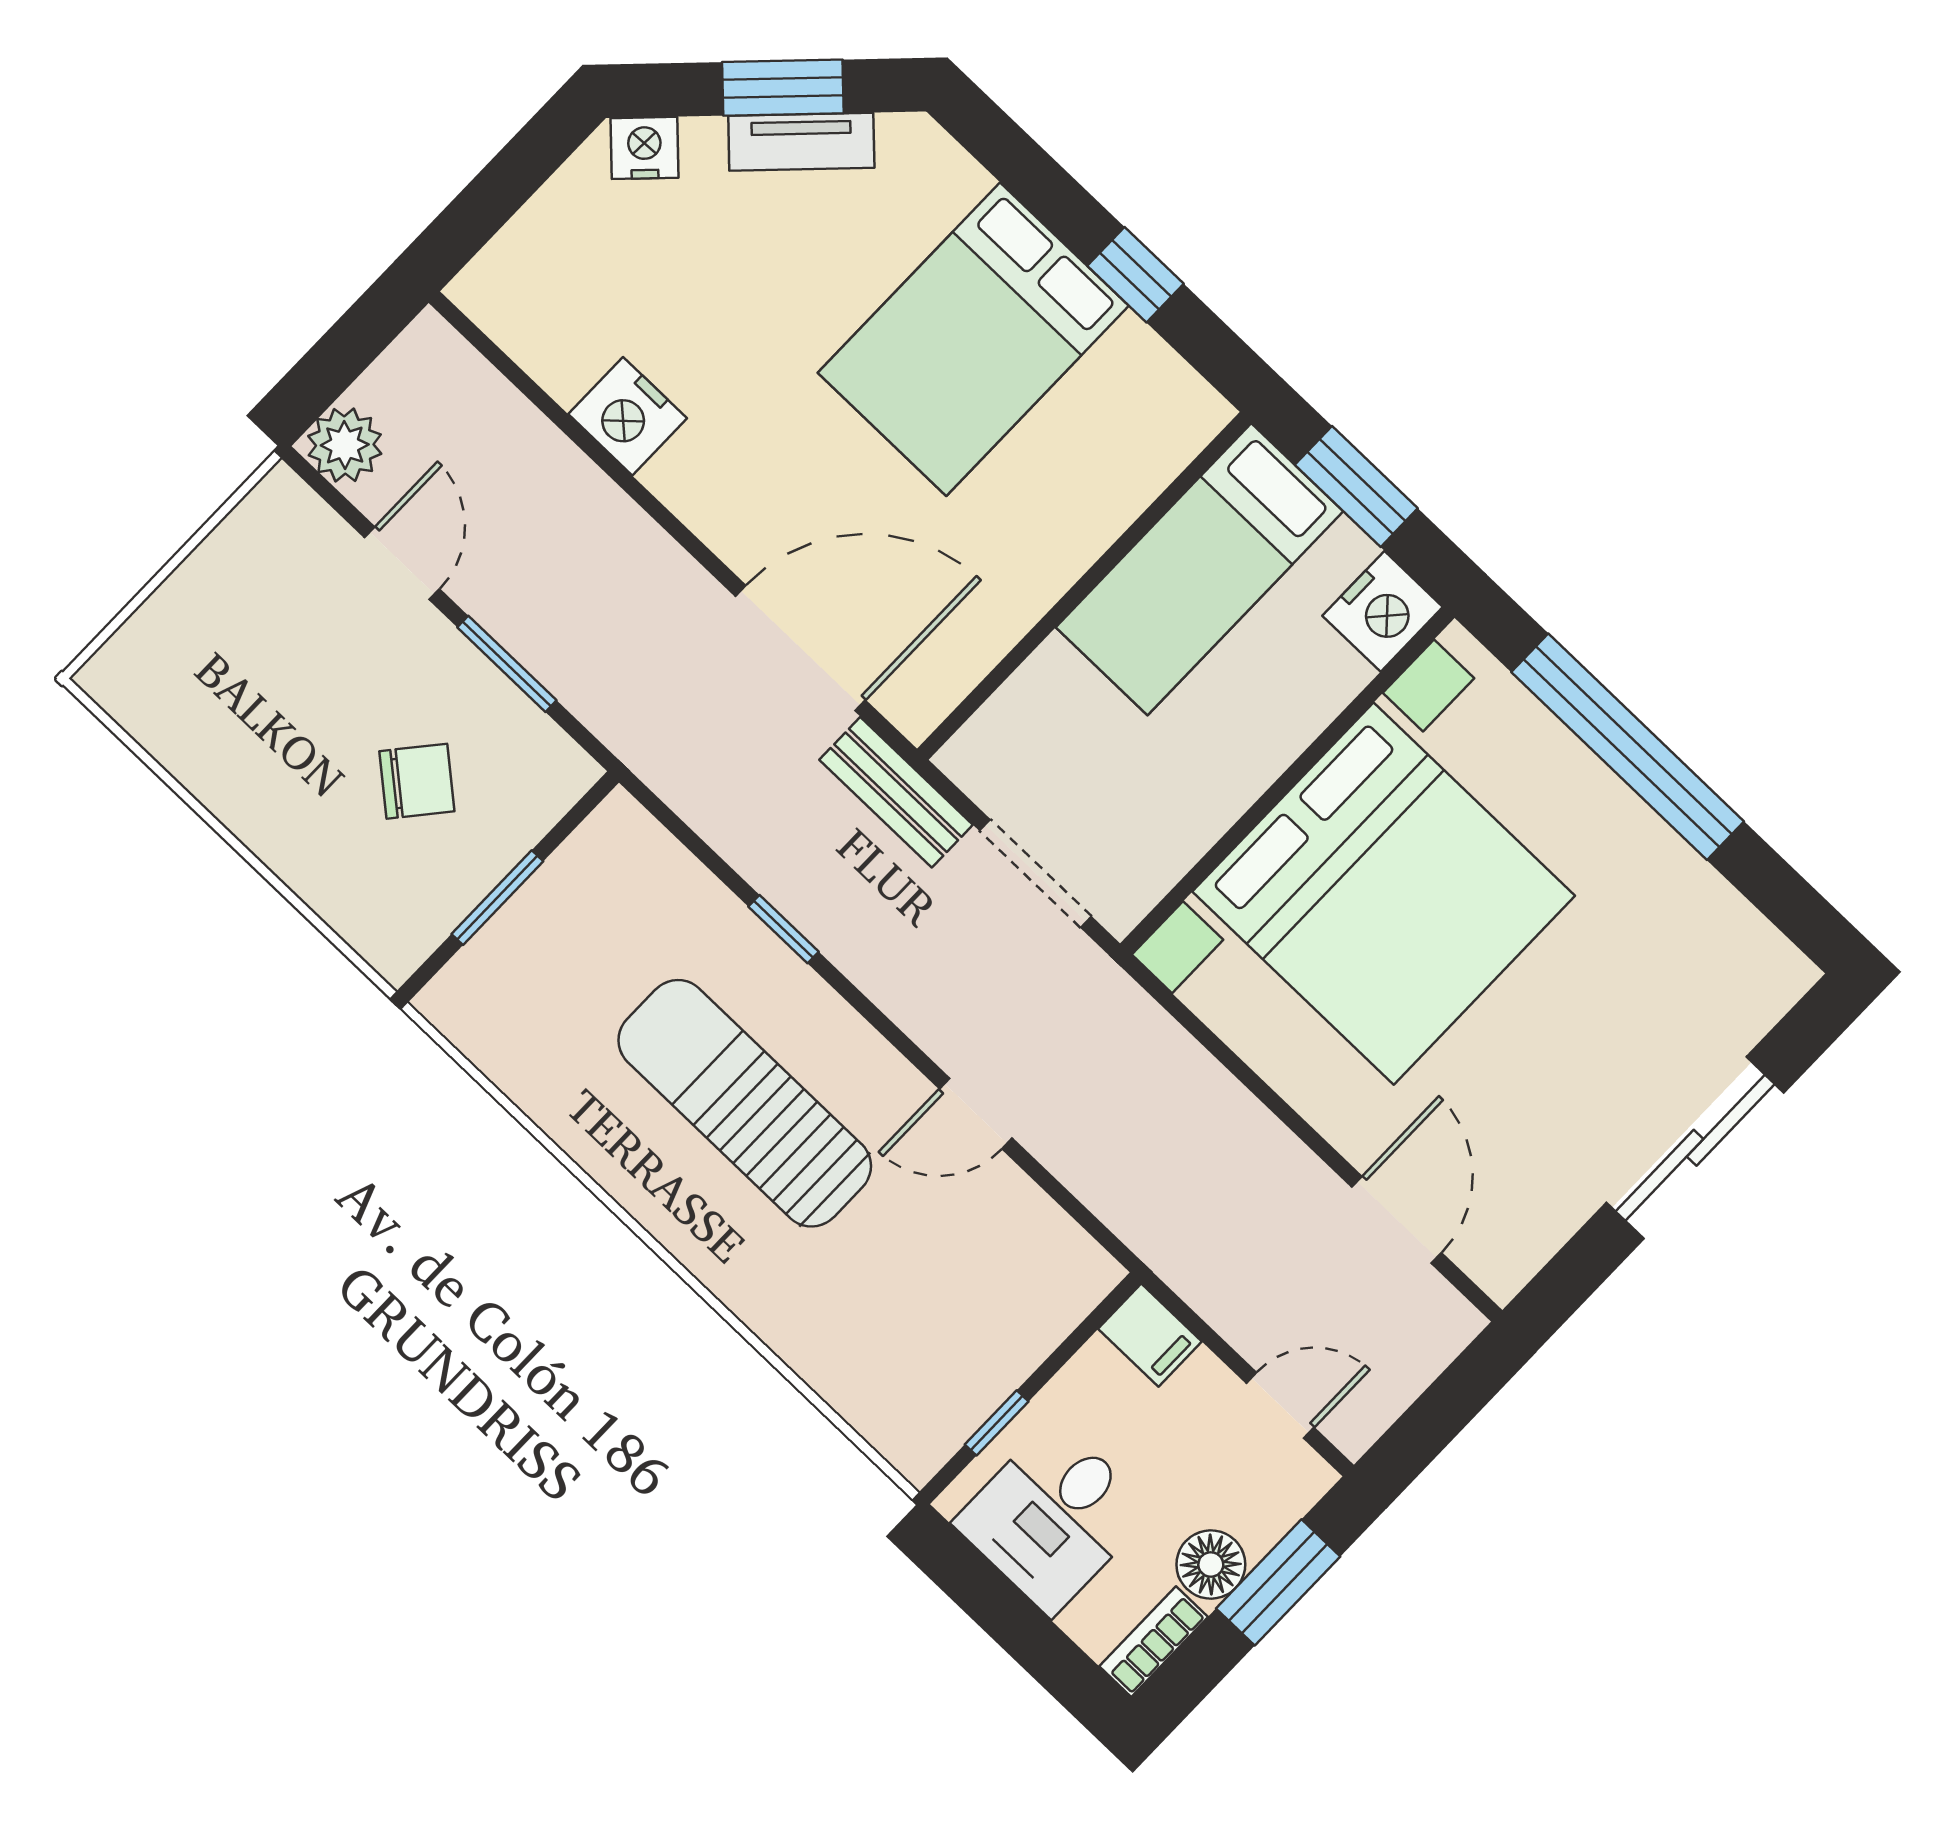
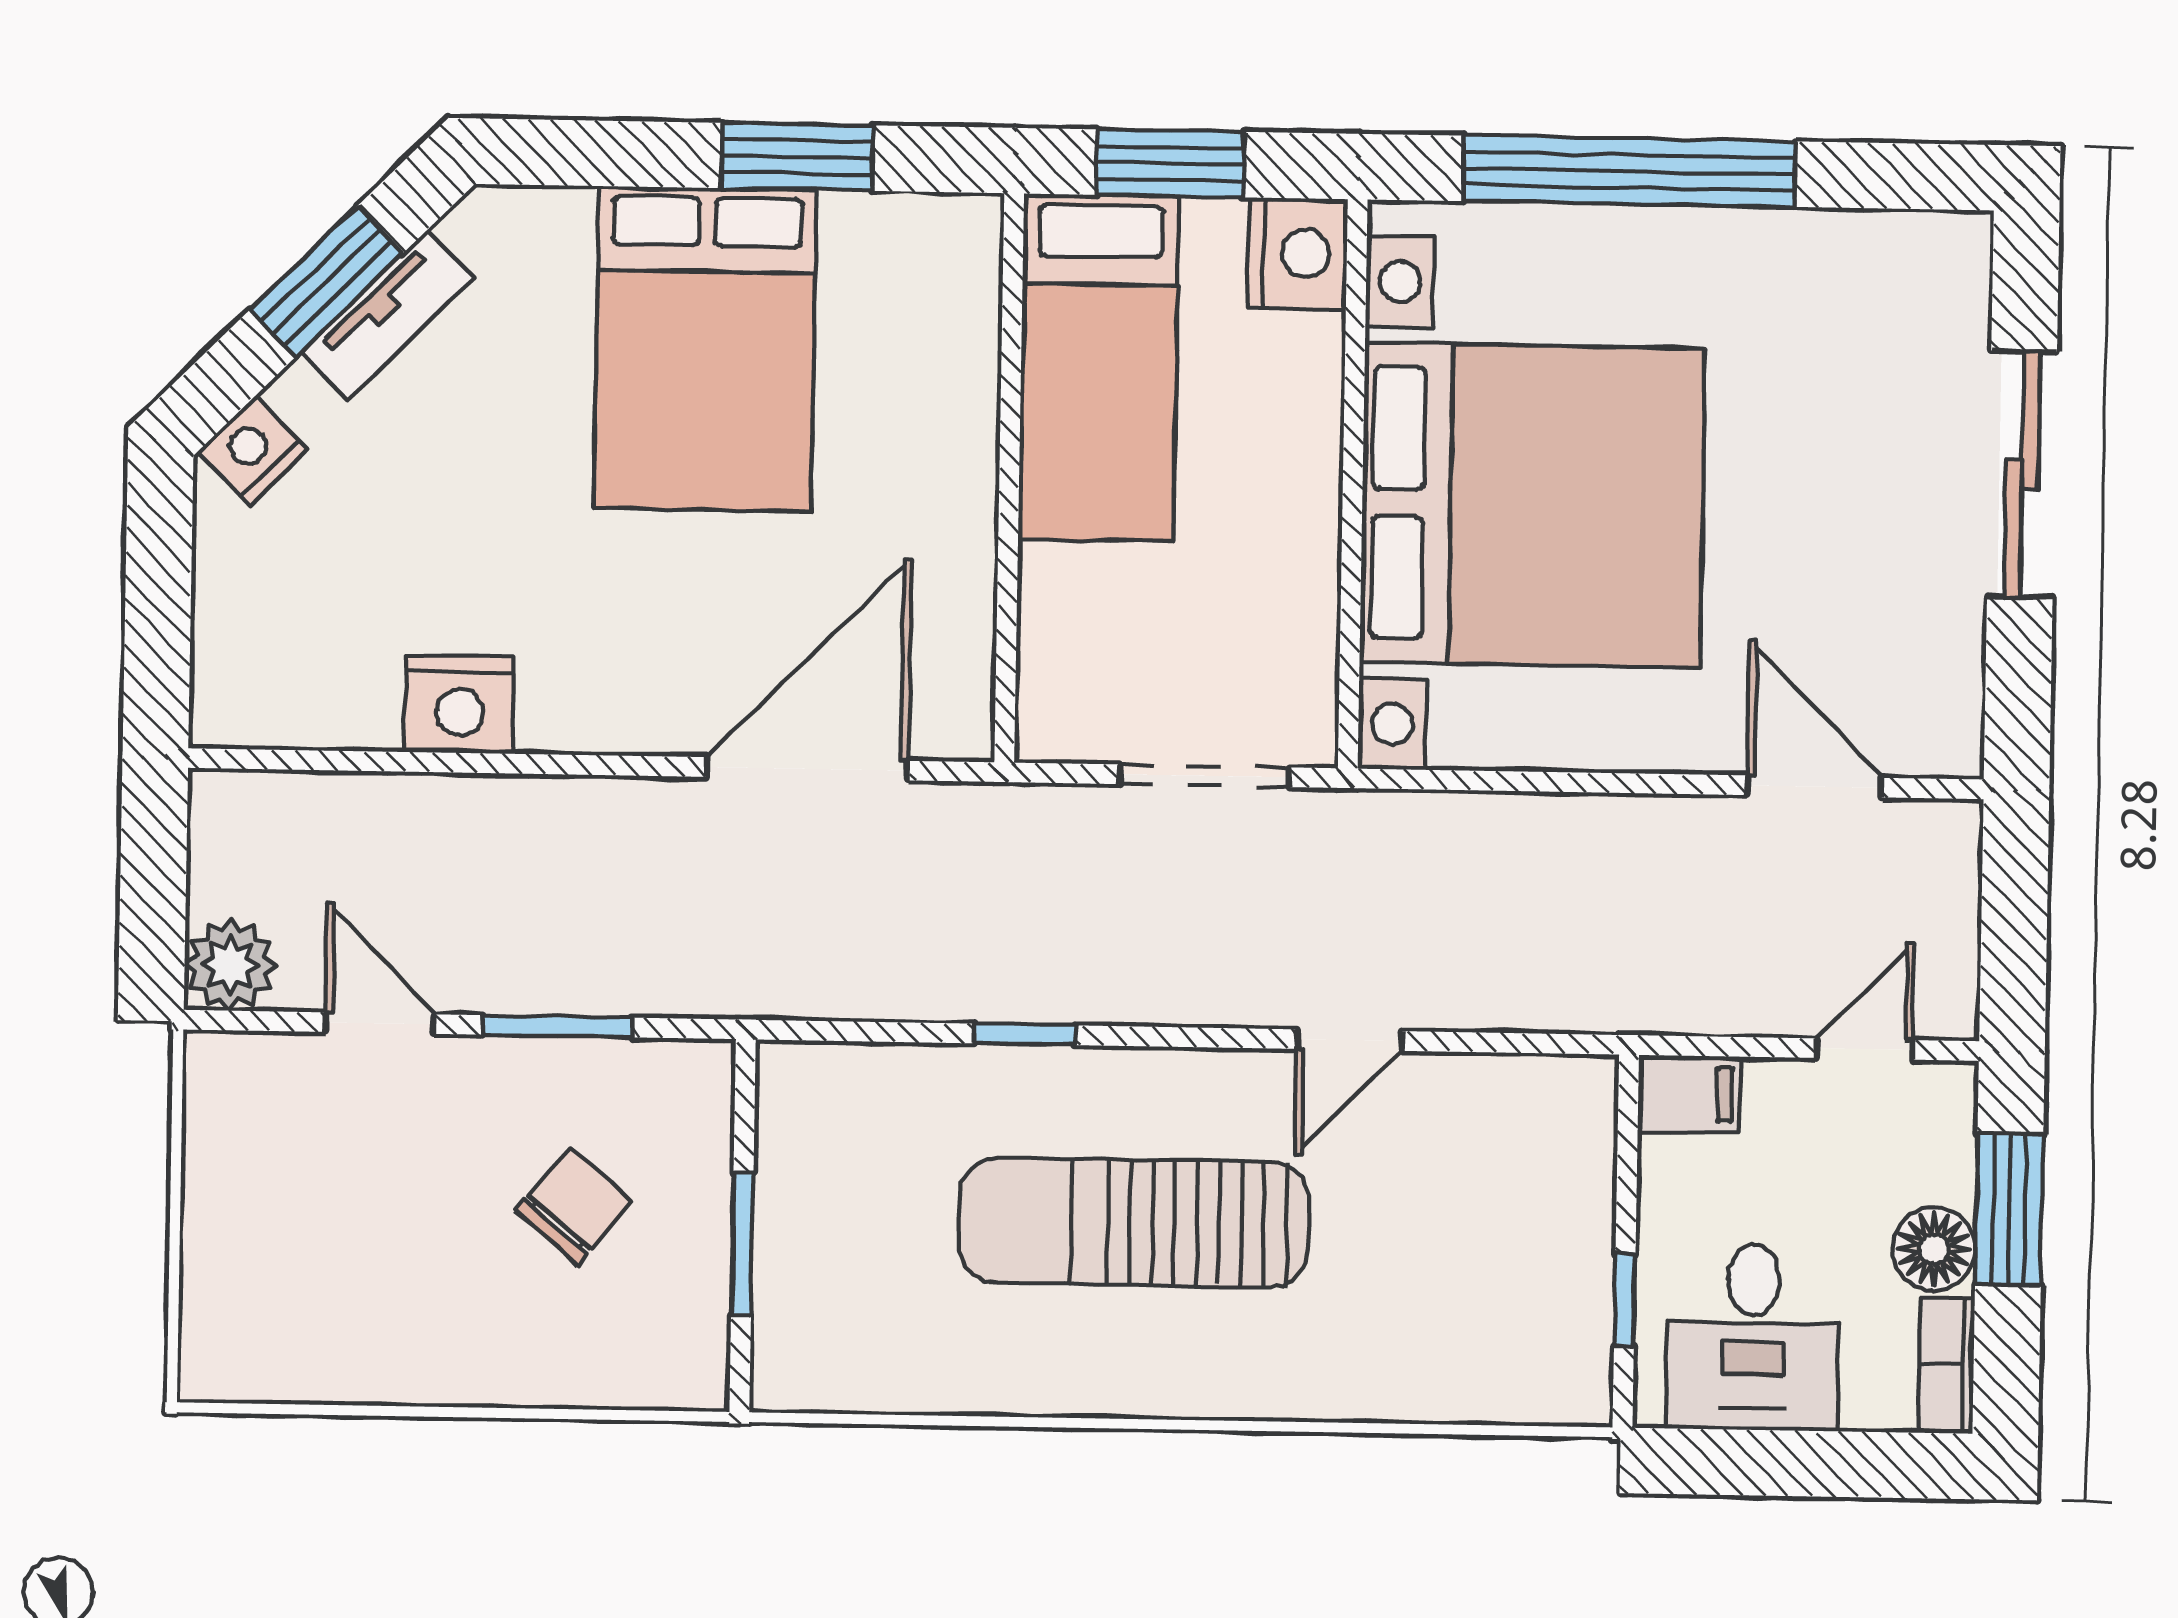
window: (1135, 275) -> (797, 157), width x1.50
bench: (896, 792) -> (1012, 819), removed

